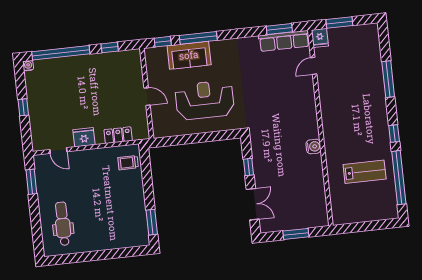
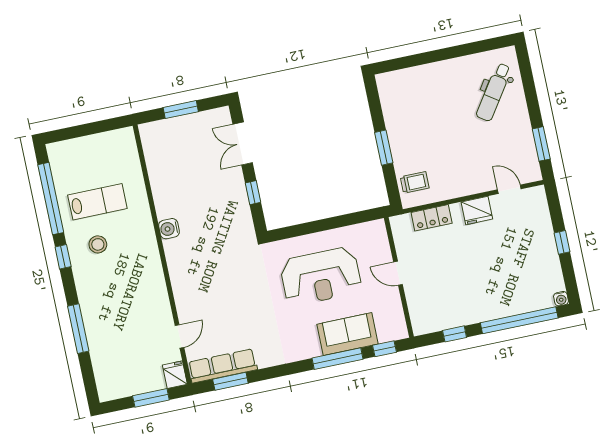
stool: (367, 140) -> (98, 244), added
lab bench: (365, 172) -> (97, 202), turned 180
window: (152, 222) -> (384, 148), moved
dental chair: (63, 224) -> (494, 92), turned 34

